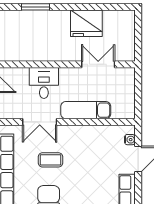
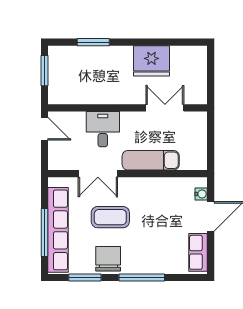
coffee table: (50, 160) -> (110, 217), width x1.36, depth x1.30

